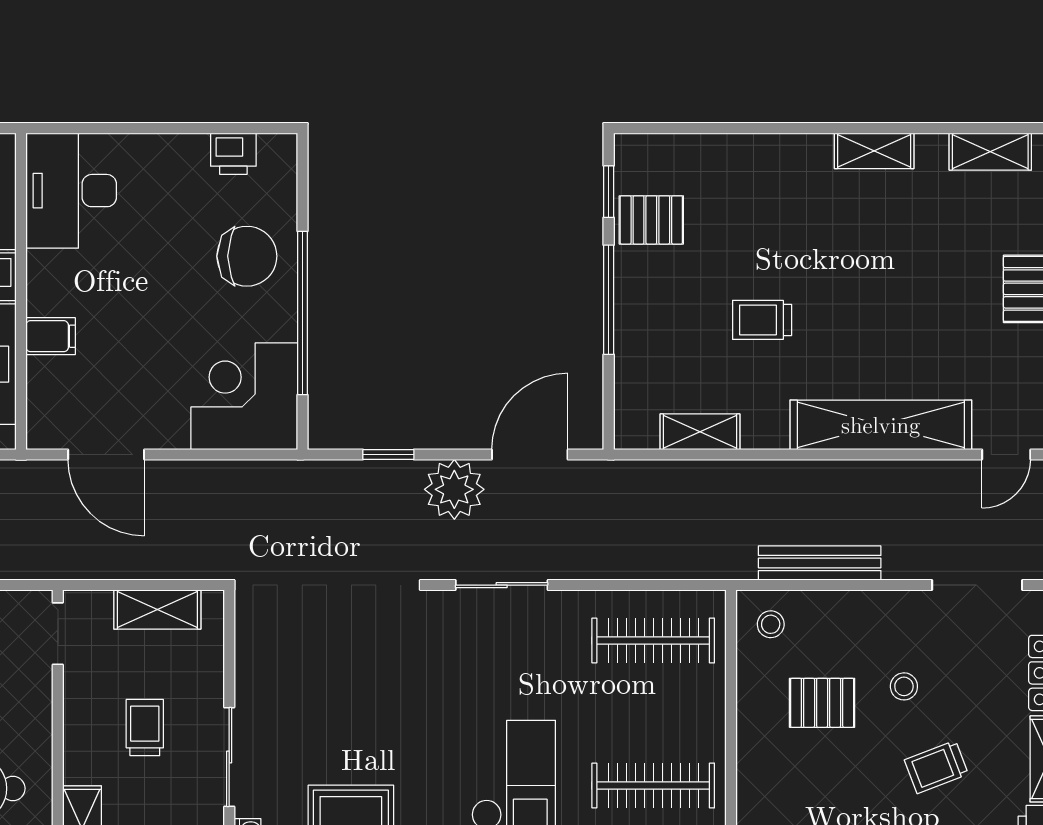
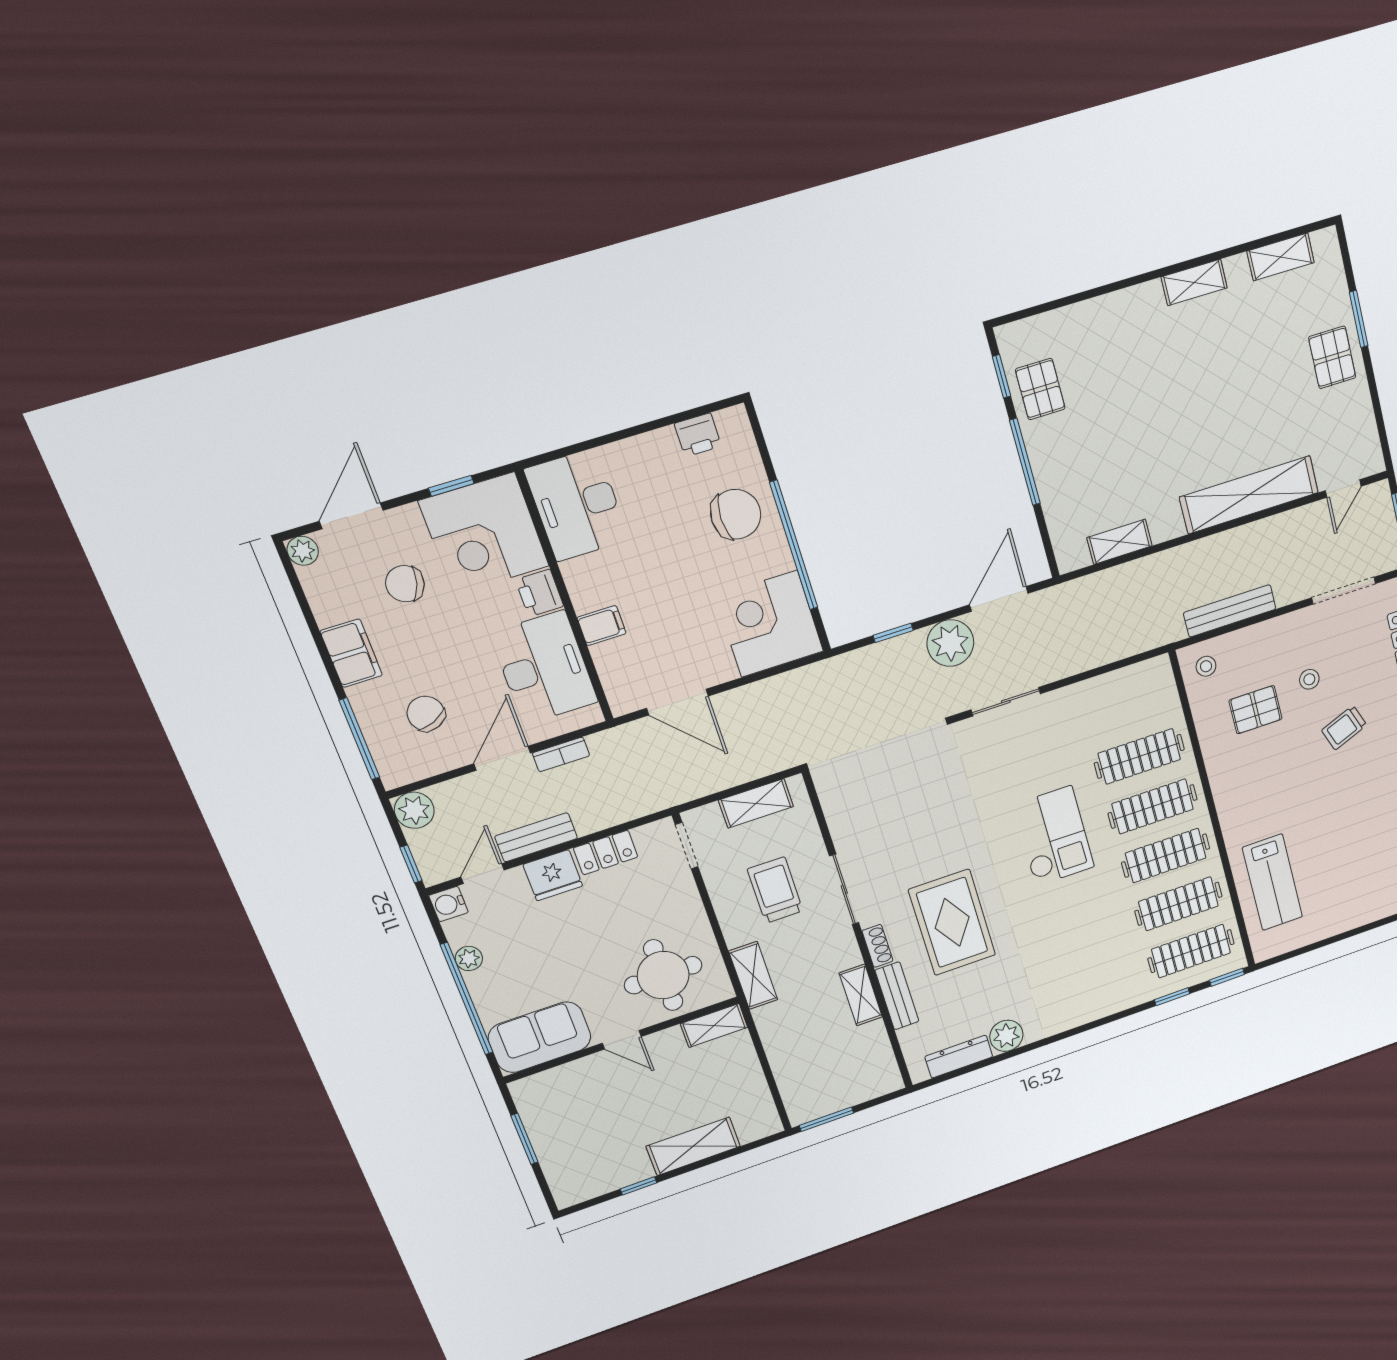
pallet: (651, 220) -> (1040, 389), turned 90
trolley: (762, 320) -> (1143, 442), removed
clothes rail: (653, 640) -> (1139, 756), moved
trolley: (145, 728) -> (775, 890), width x1.36, depth x1.39

